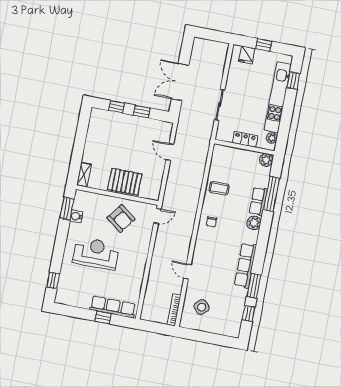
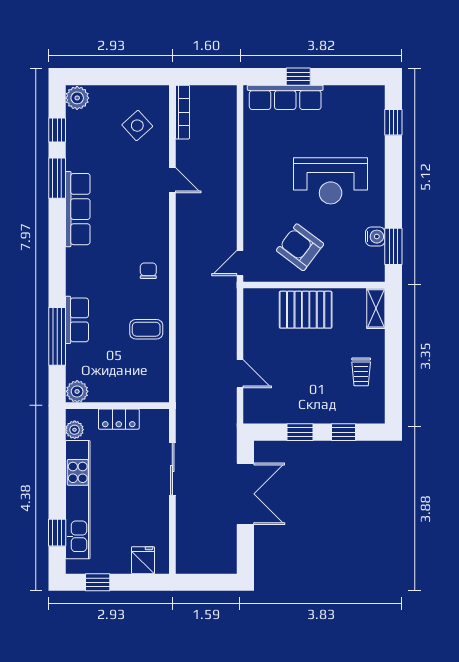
window: (264, 45) -> (98, 582), moved
trolley: (100, 140) -> (361, 372), added
plant: (254, 223) -> (77, 98), moved

